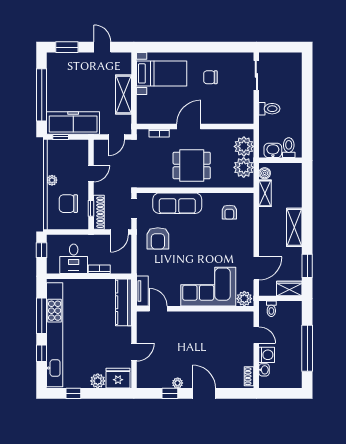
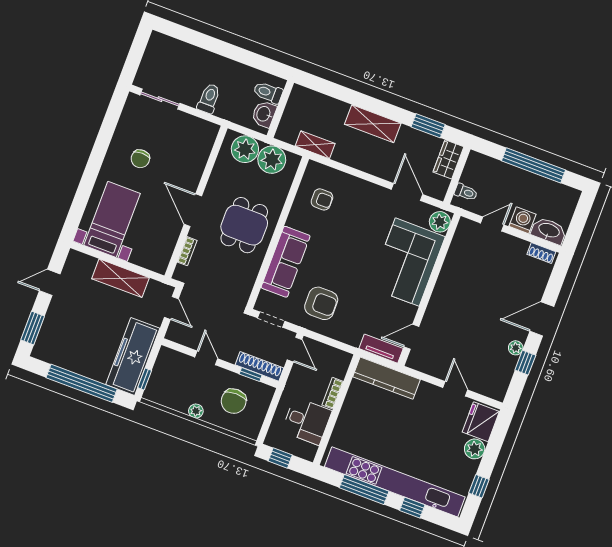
boiler: (265, 173) -> (289, 136), removed
washbasin: (264, 370) -> (549, 231), width x1.91, depth x1.45

